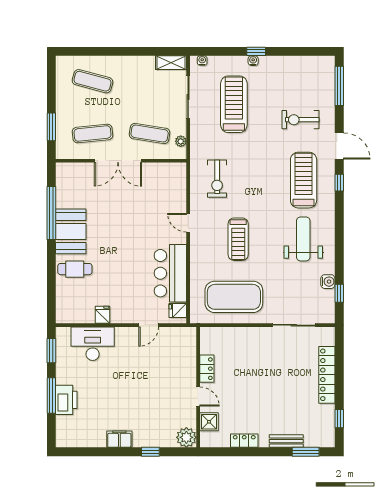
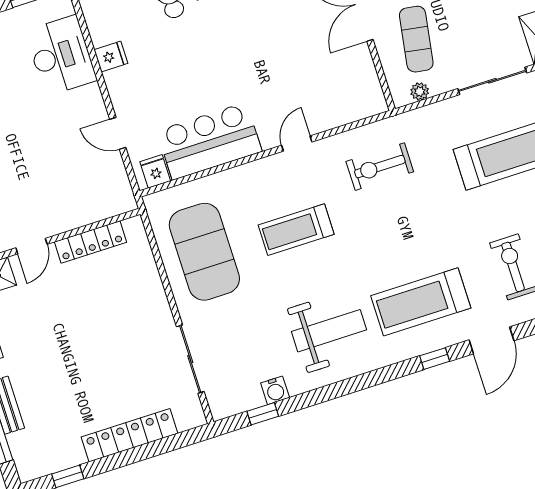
treadmill: (304, 180) -> (421, 302), turned 180
locker: (207, 369) -> (91, 242), width x1.53

